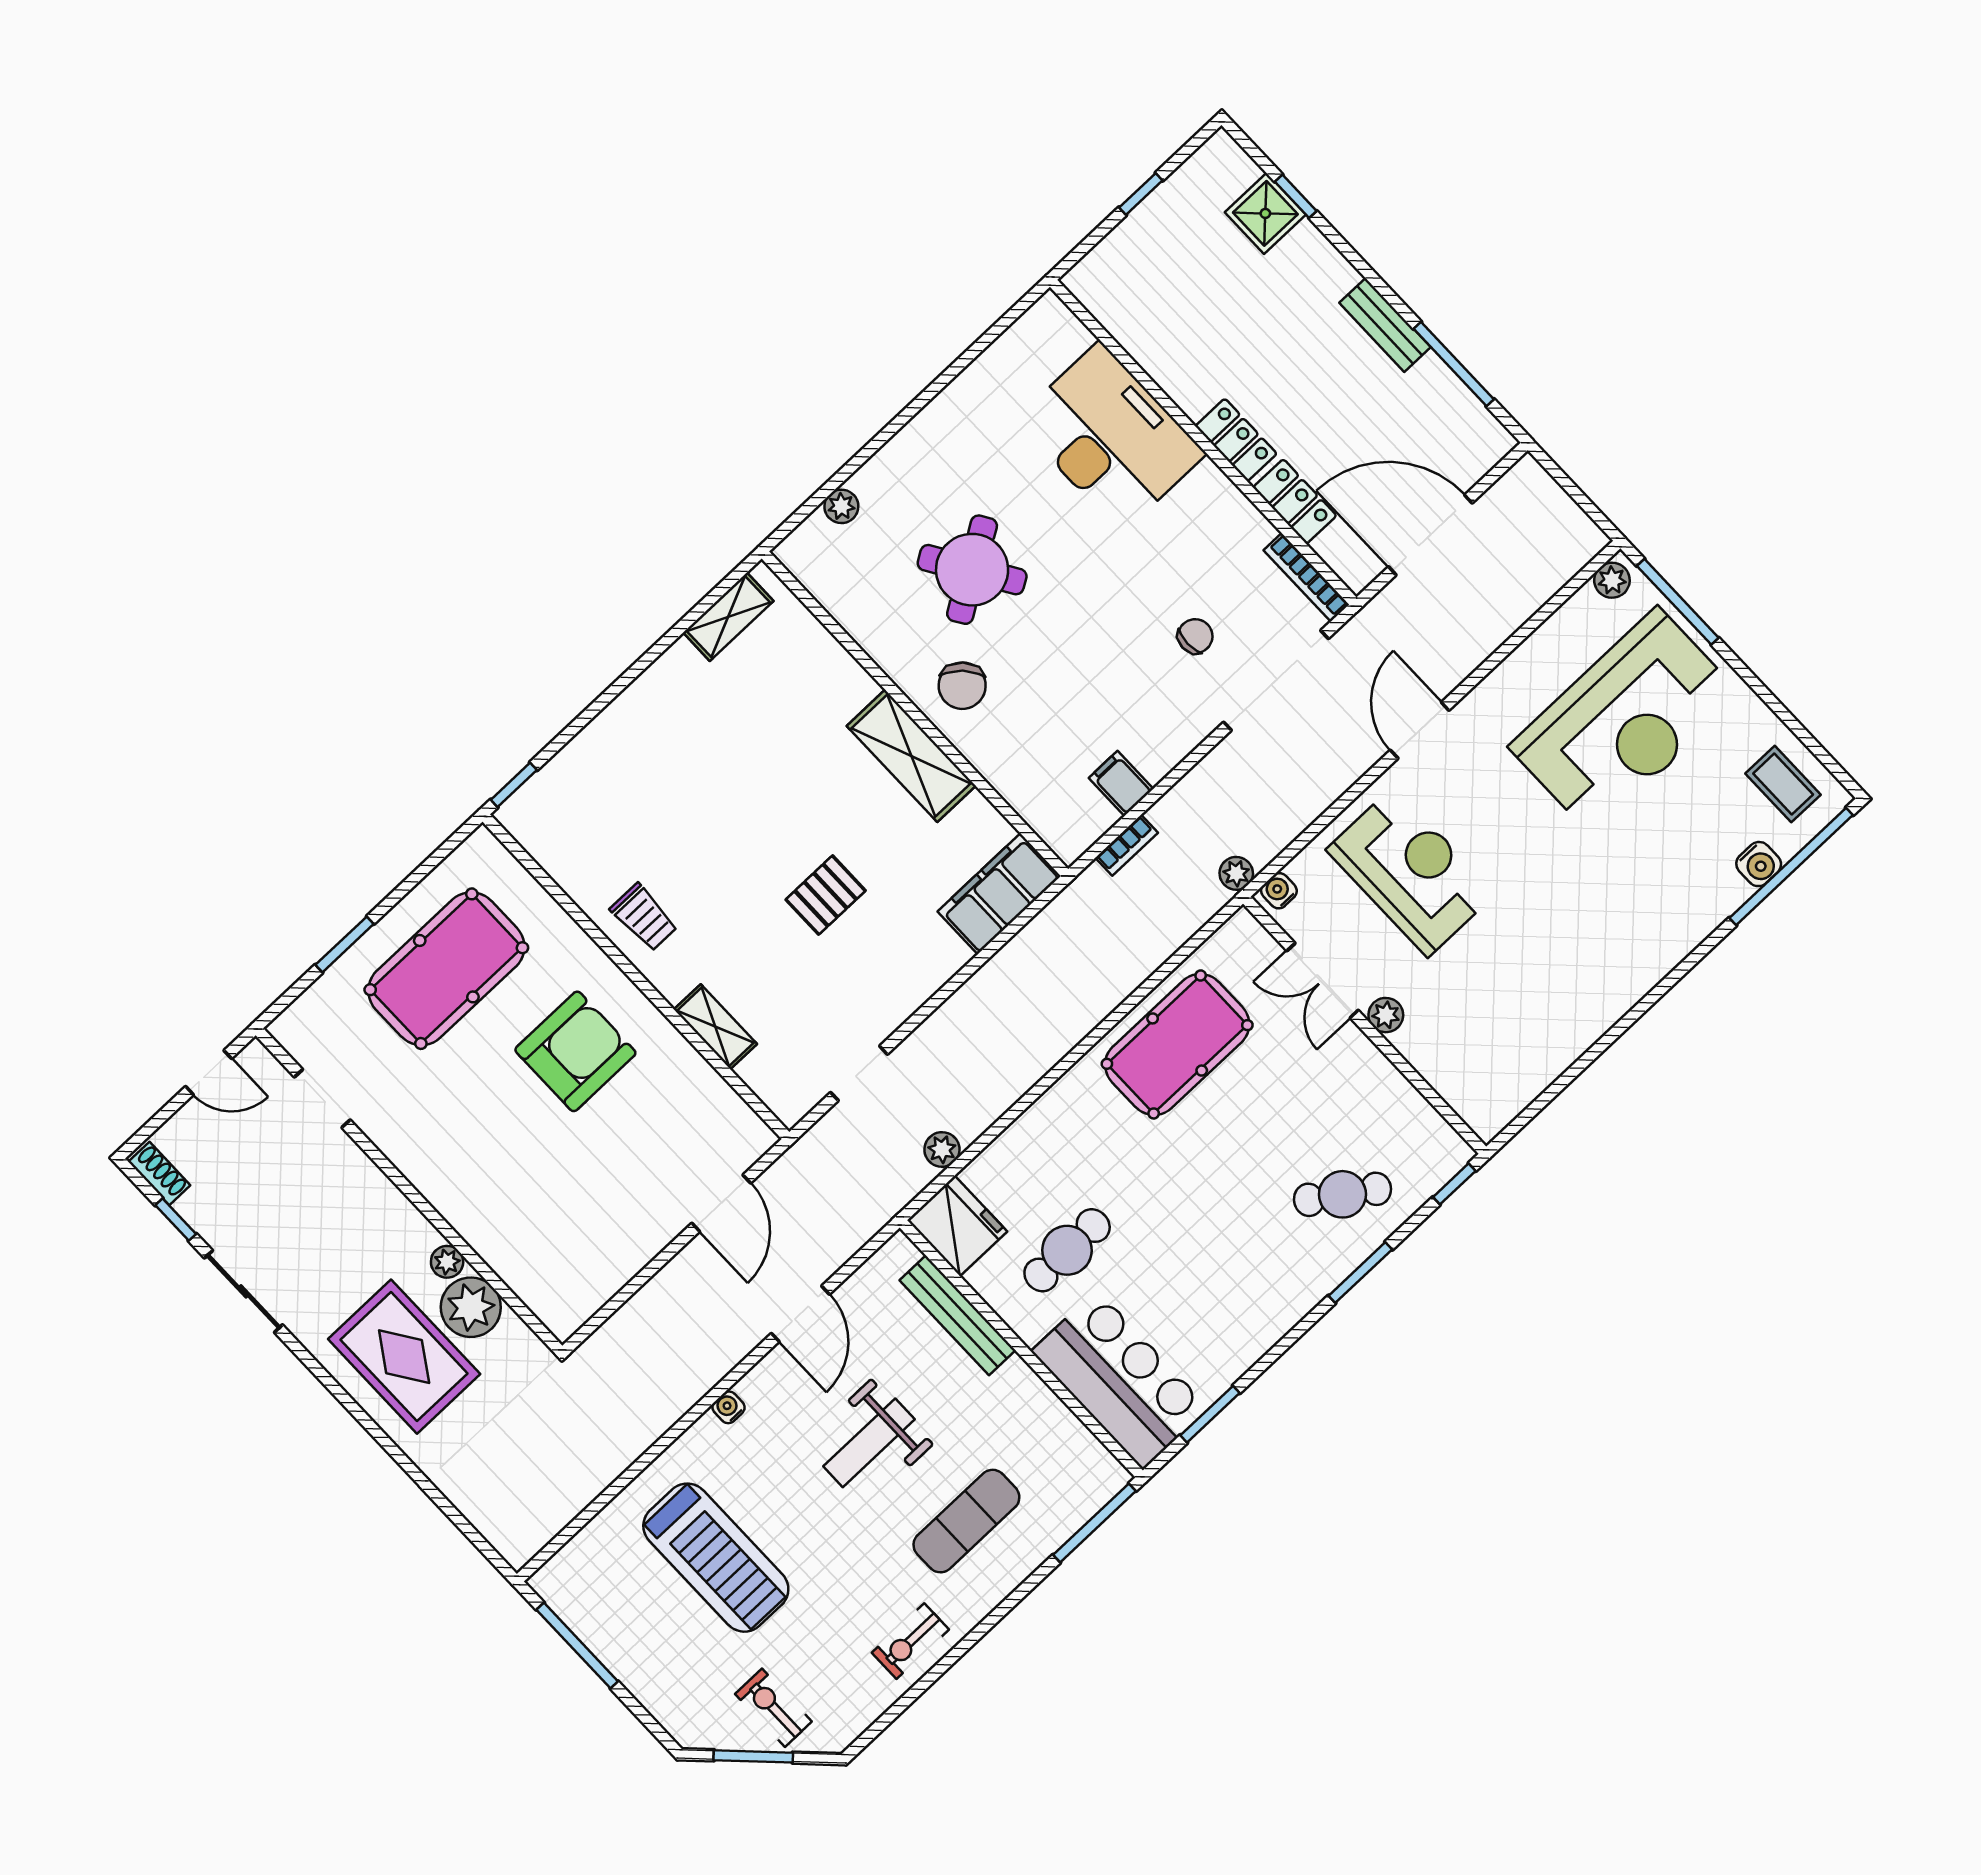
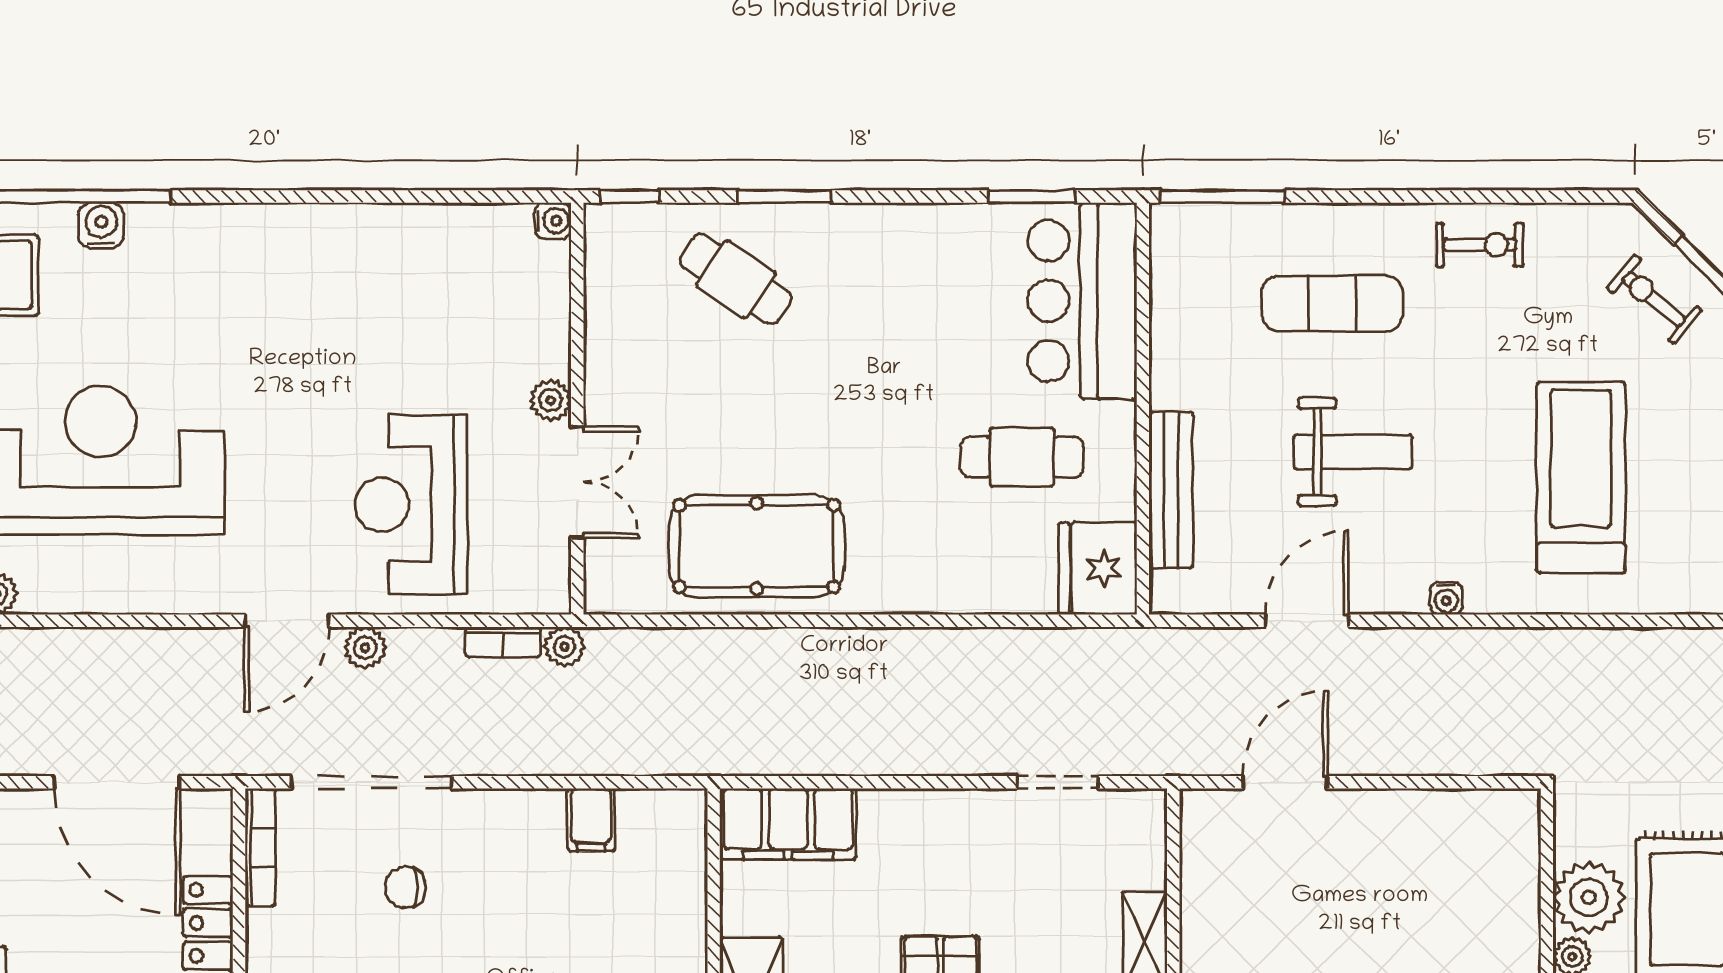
bookcase: (1127, 845) -> (503, 642), moved, turned 180
water cooler: (1279, 891) -> (553, 221), moved, turned -90
plant: (942, 1149) -> (365, 648), moved
exercise bike: (773, 1708) -> (1654, 299), turned 130

